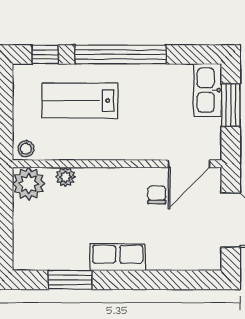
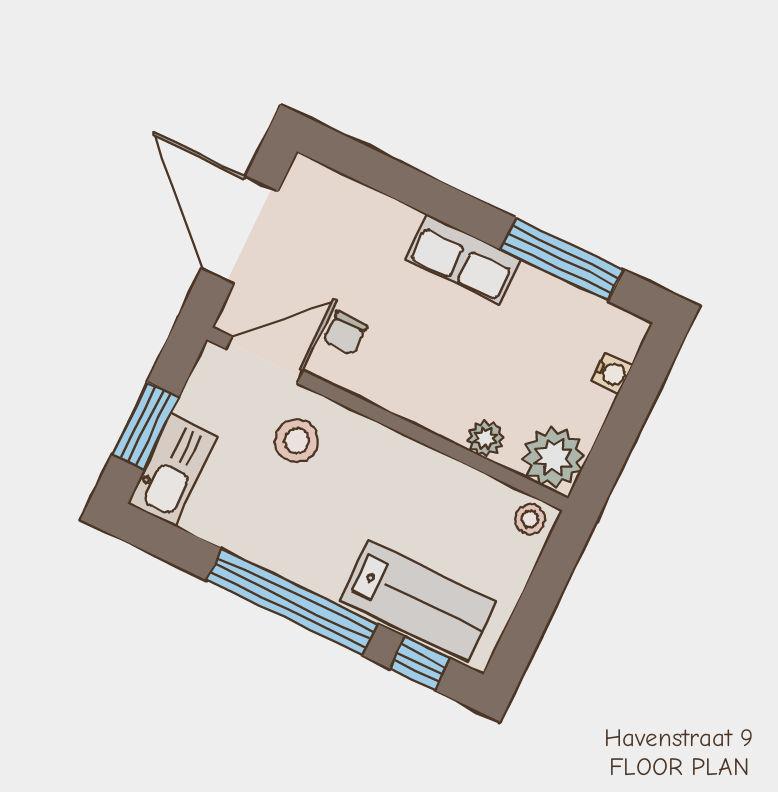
lab bench: (80, 101) -> (418, 601), moved
stool: (155, 132) -> (296, 441), added
water cooler: (20, 237) -> (612, 373), added
window: (70, 280) -> (562, 259), width x1.44

